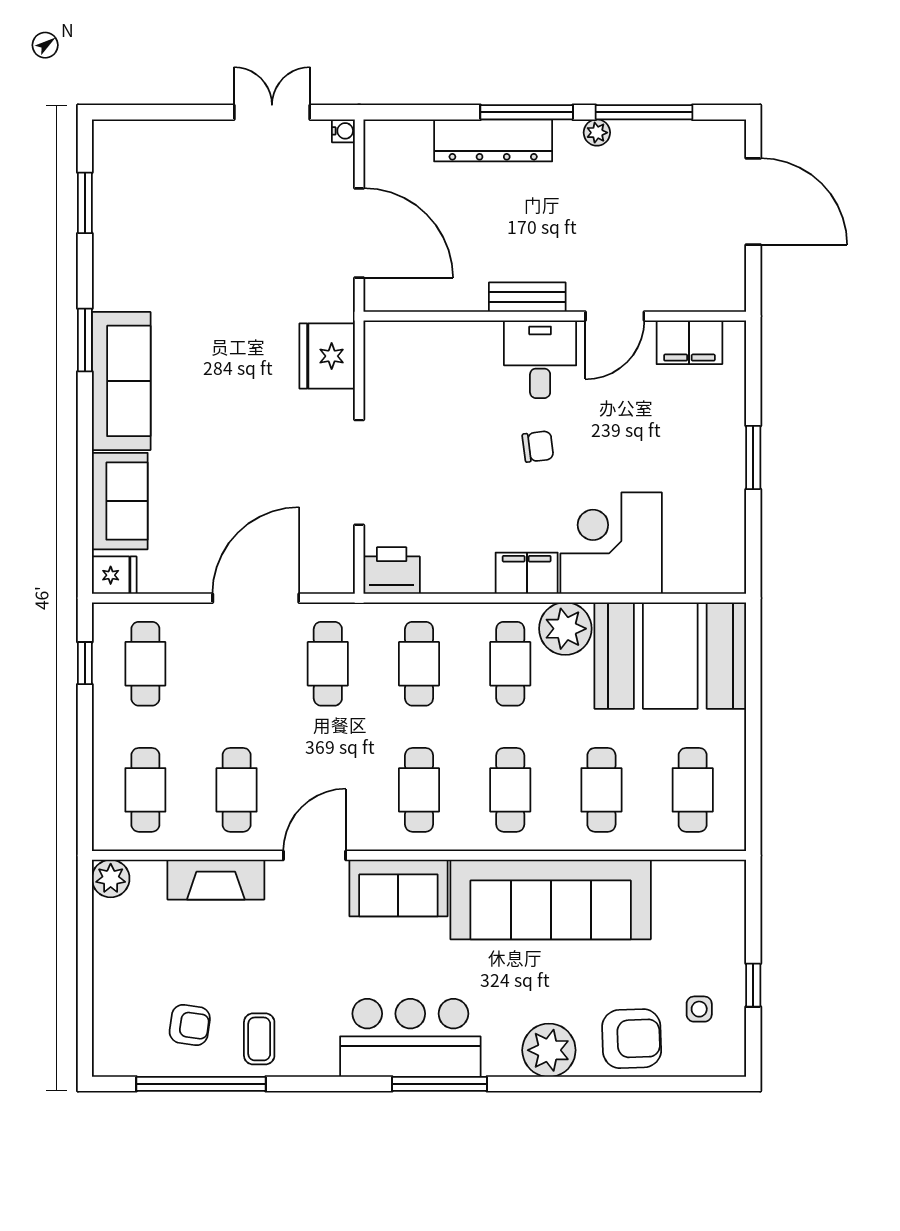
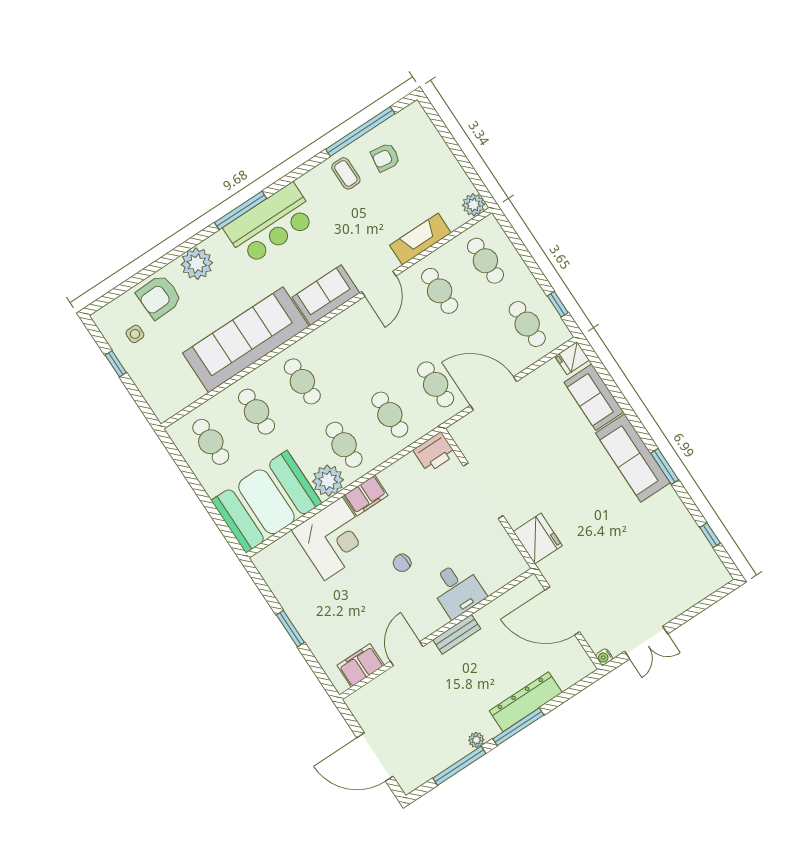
window: (85, 203) -> (710, 535), width x0.67
desk: (540, 359) -> (457, 589), moved
door: (256, 598) -> (493, 393), swing flipped
cafe table: (419, 790) -> (348, 351), removed

